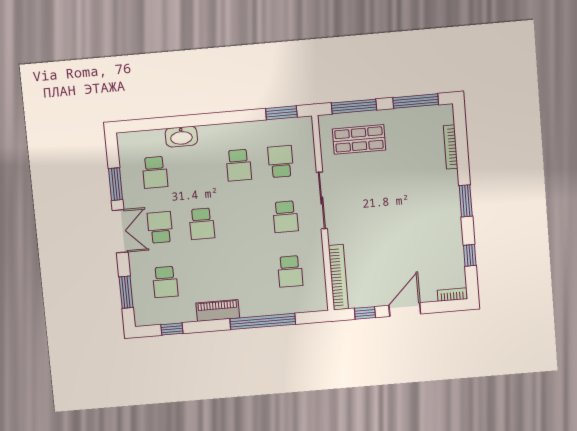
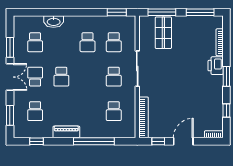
shop shelf: (359, 139) -> (163, 33), turned 90
school desk: (281, 162) -> (114, 42), turned 180
printer: (447, 185) -> (216, 66), added

